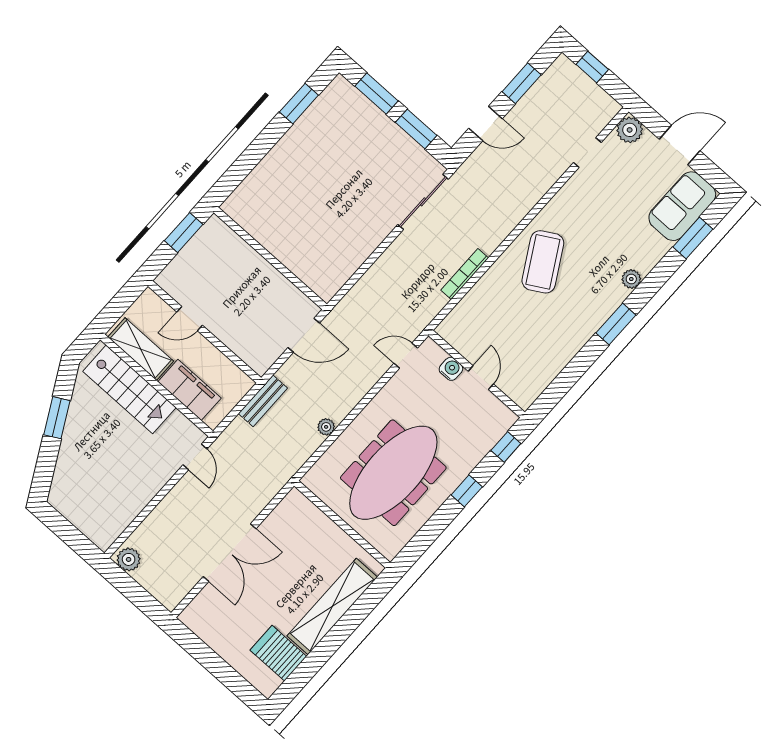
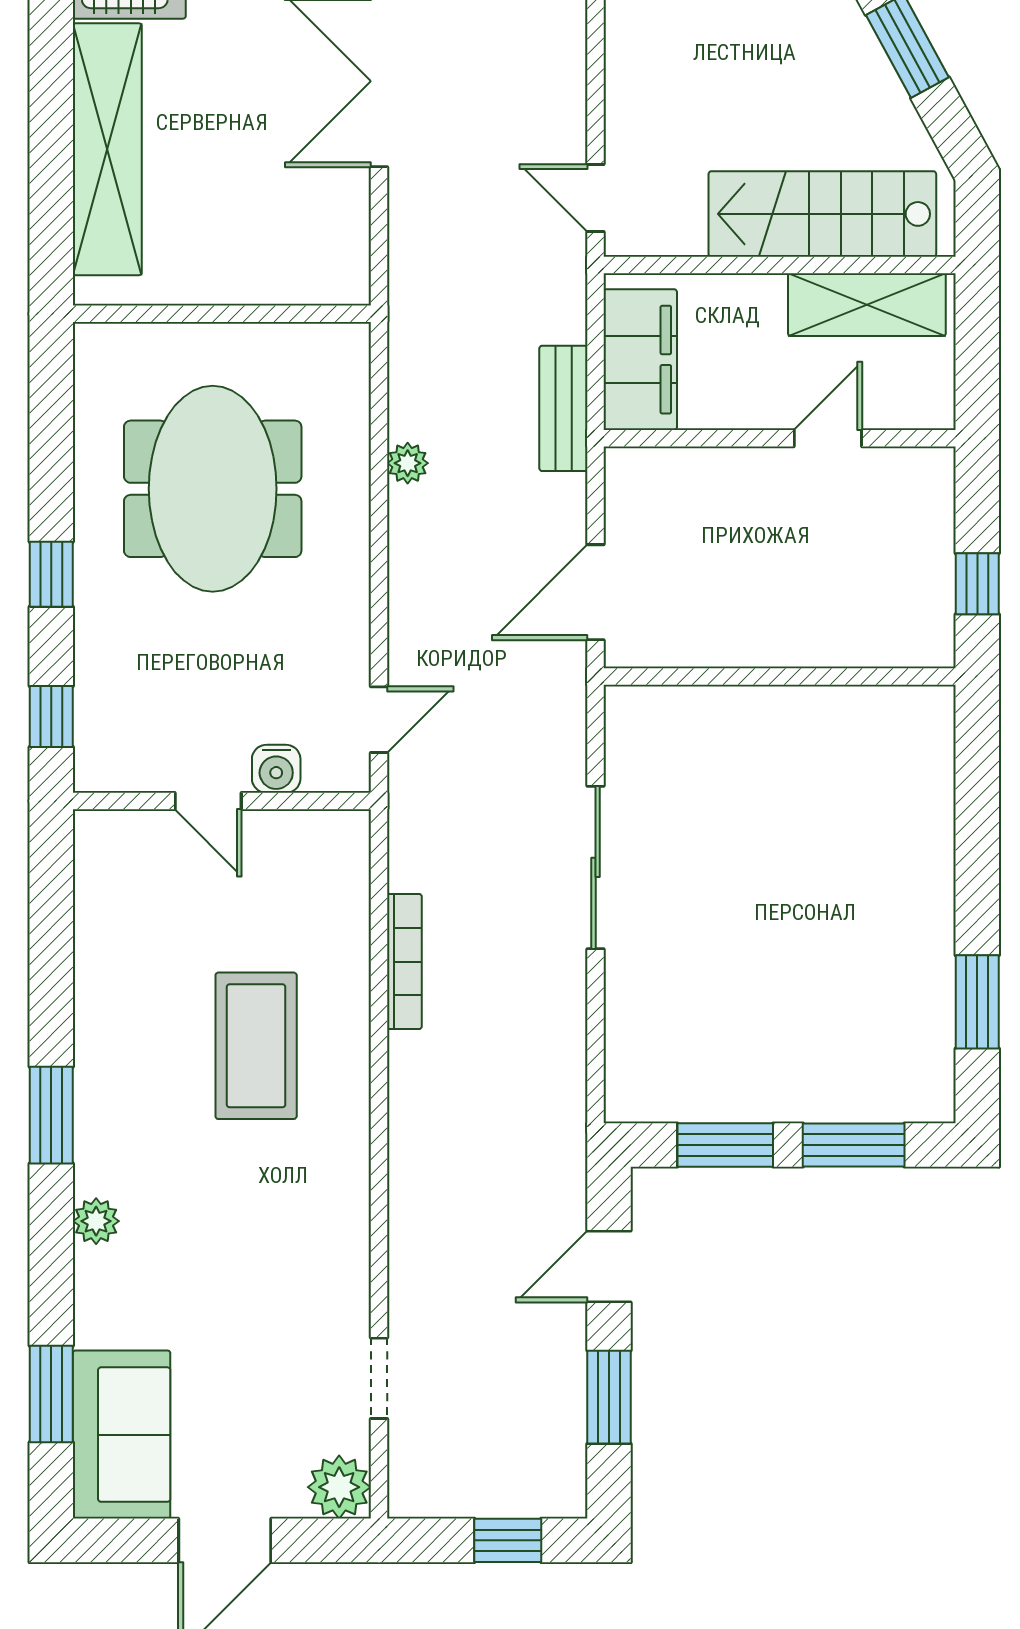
sliding door: (423, 202) -> (596, 867), moved
window: (184, 233) -> (977, 584), width x0.67
coffee table: (543, 262) -> (256, 1046), moved, turned 30
filing cabinet: (189, 390) -> (640, 360), moved, turned -90
meeting table: (393, 473) -> (213, 489), width x0.73

